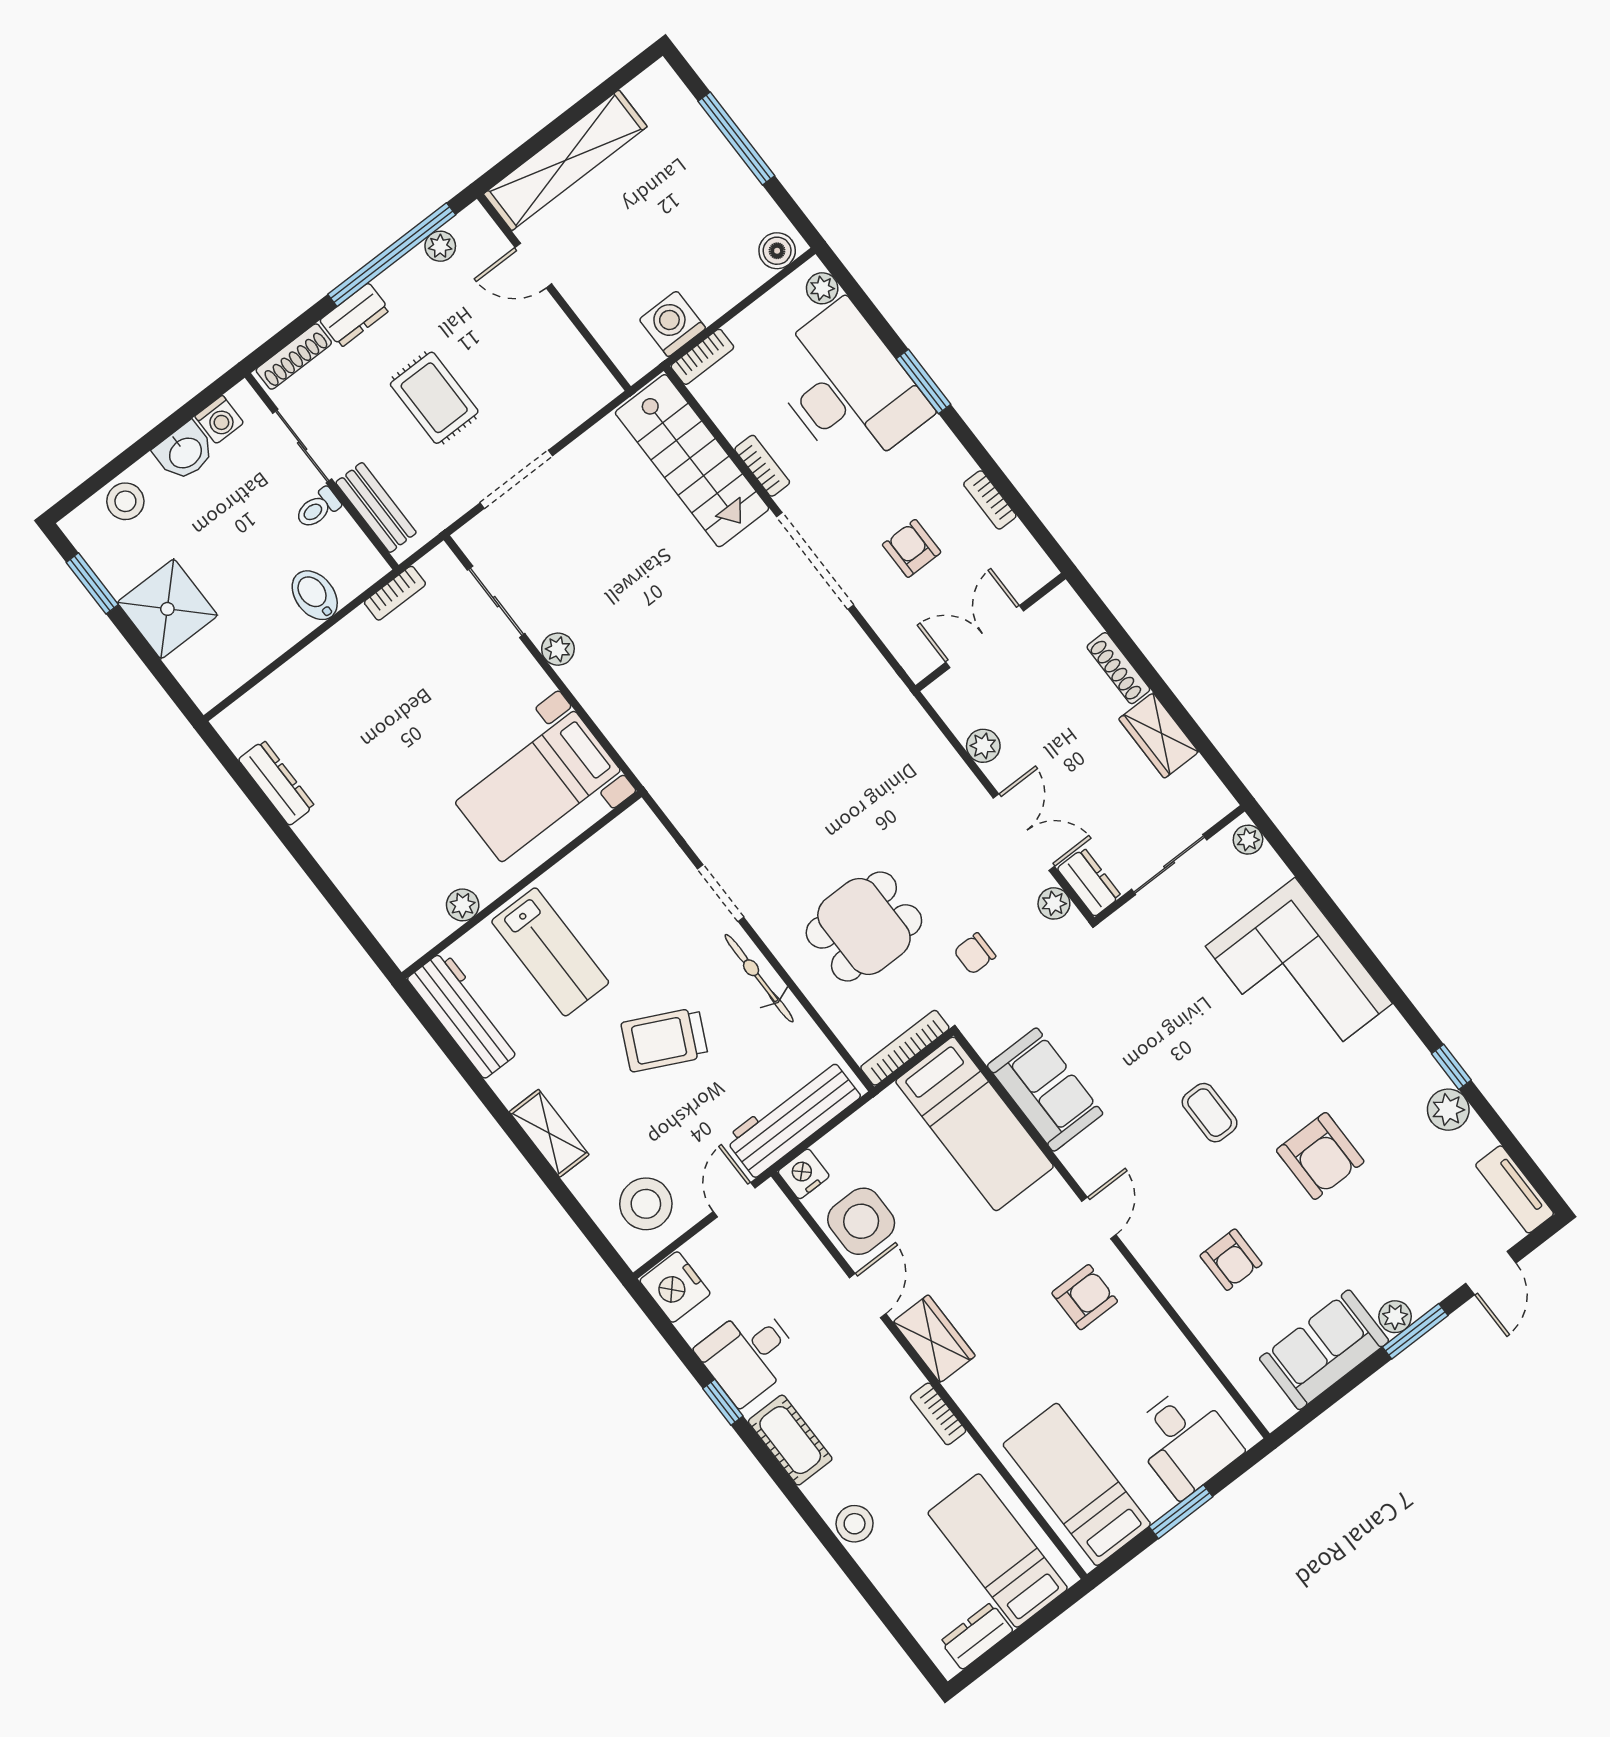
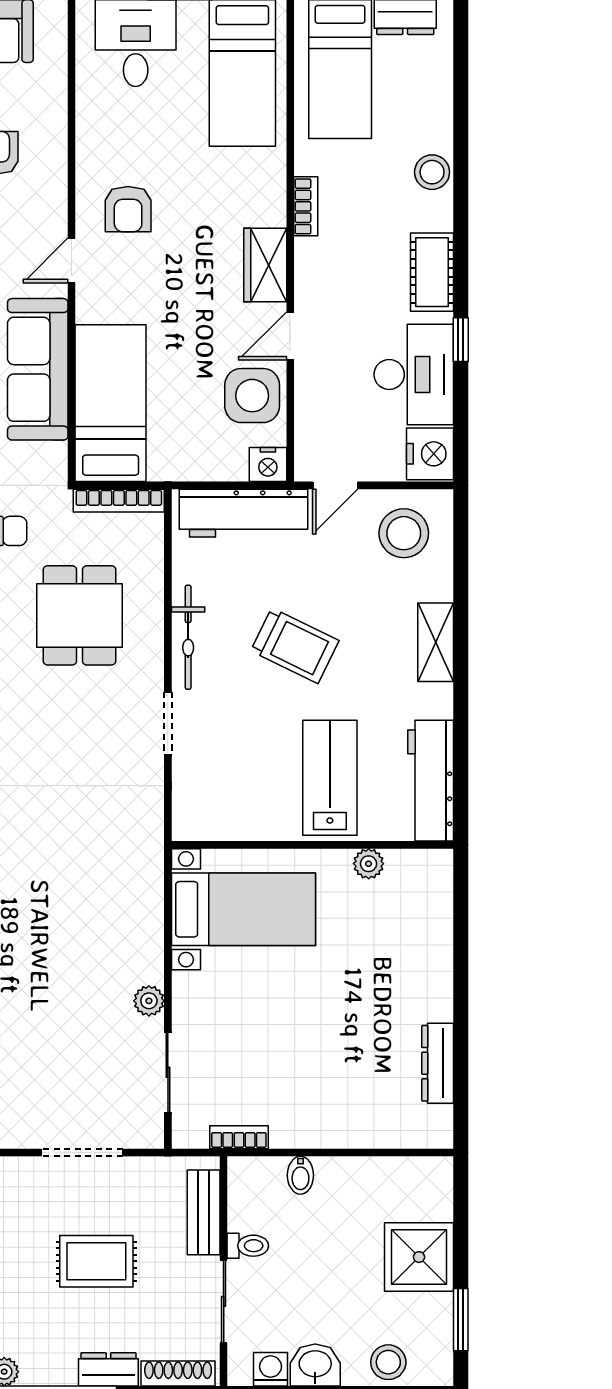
rug: (434, 398) -> (96, 1261), turned 90
bidet: (315, 595) -> (300, 1175), width x0.72, depth x0.74
dining table: (864, 926) -> (79, 615), turned 90
sofa: (1045, 1090) -> (38, 369), width x1.36
armchair: (1085, 1297) -> (128, 209), turned -90
desk: (748, 1354) -> (414, 374), width x1.37

